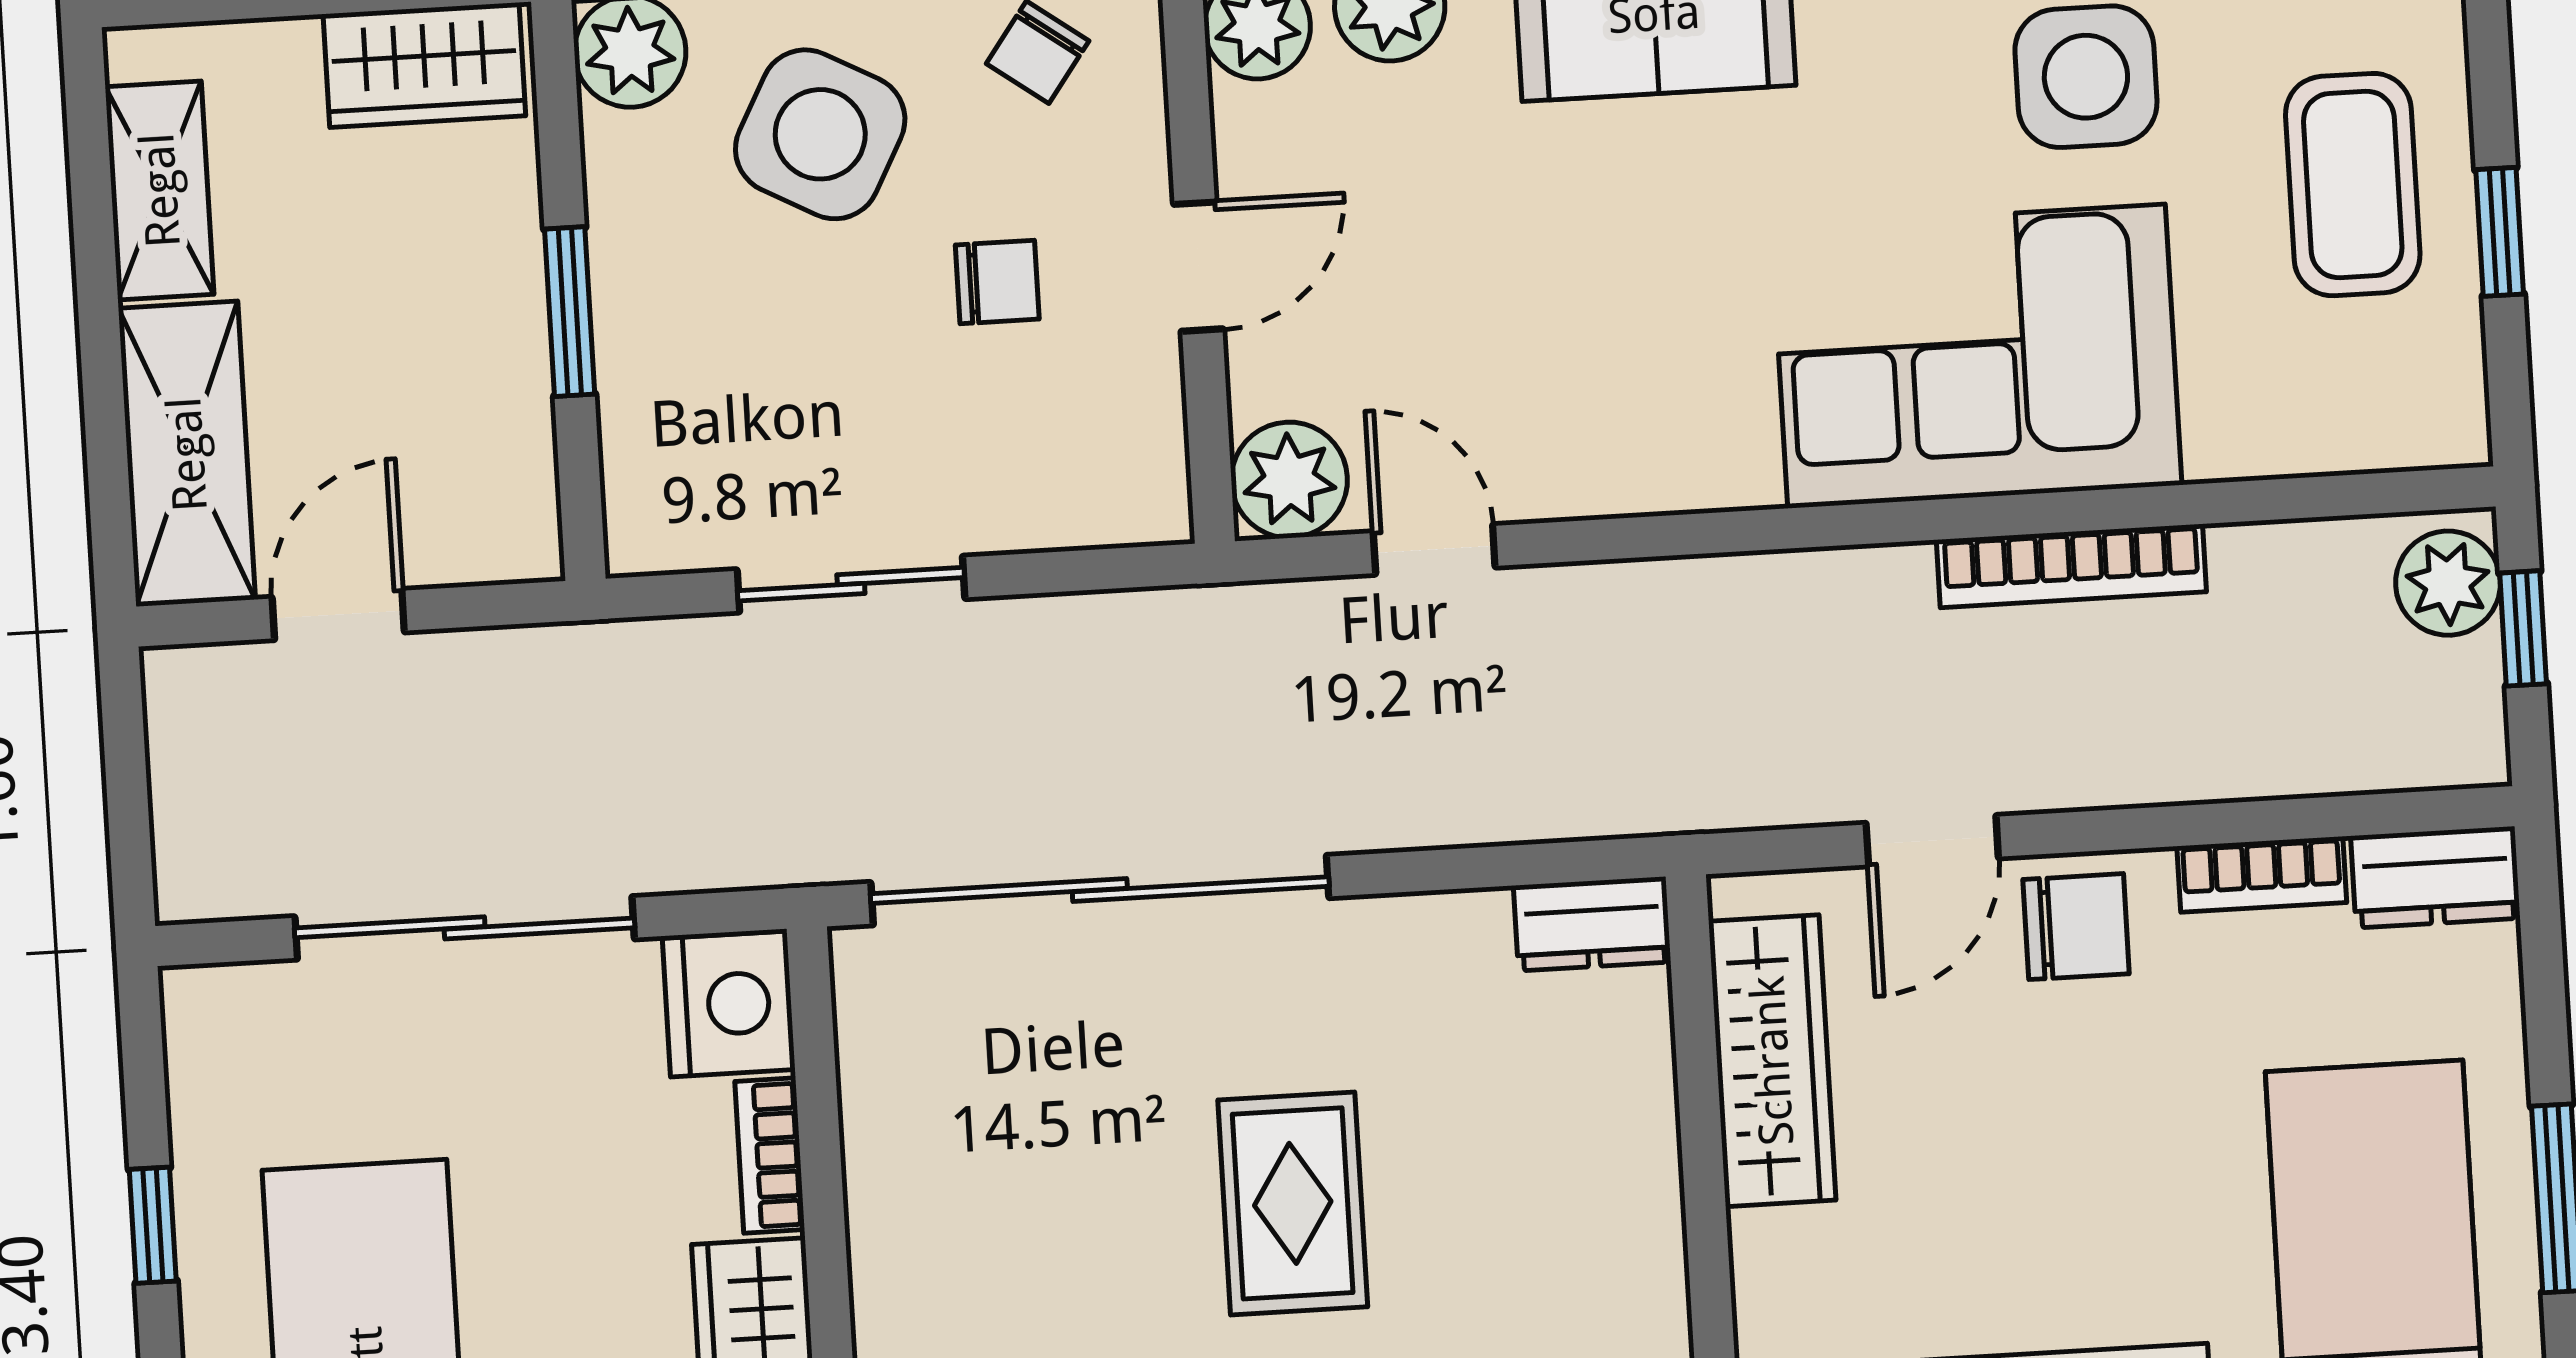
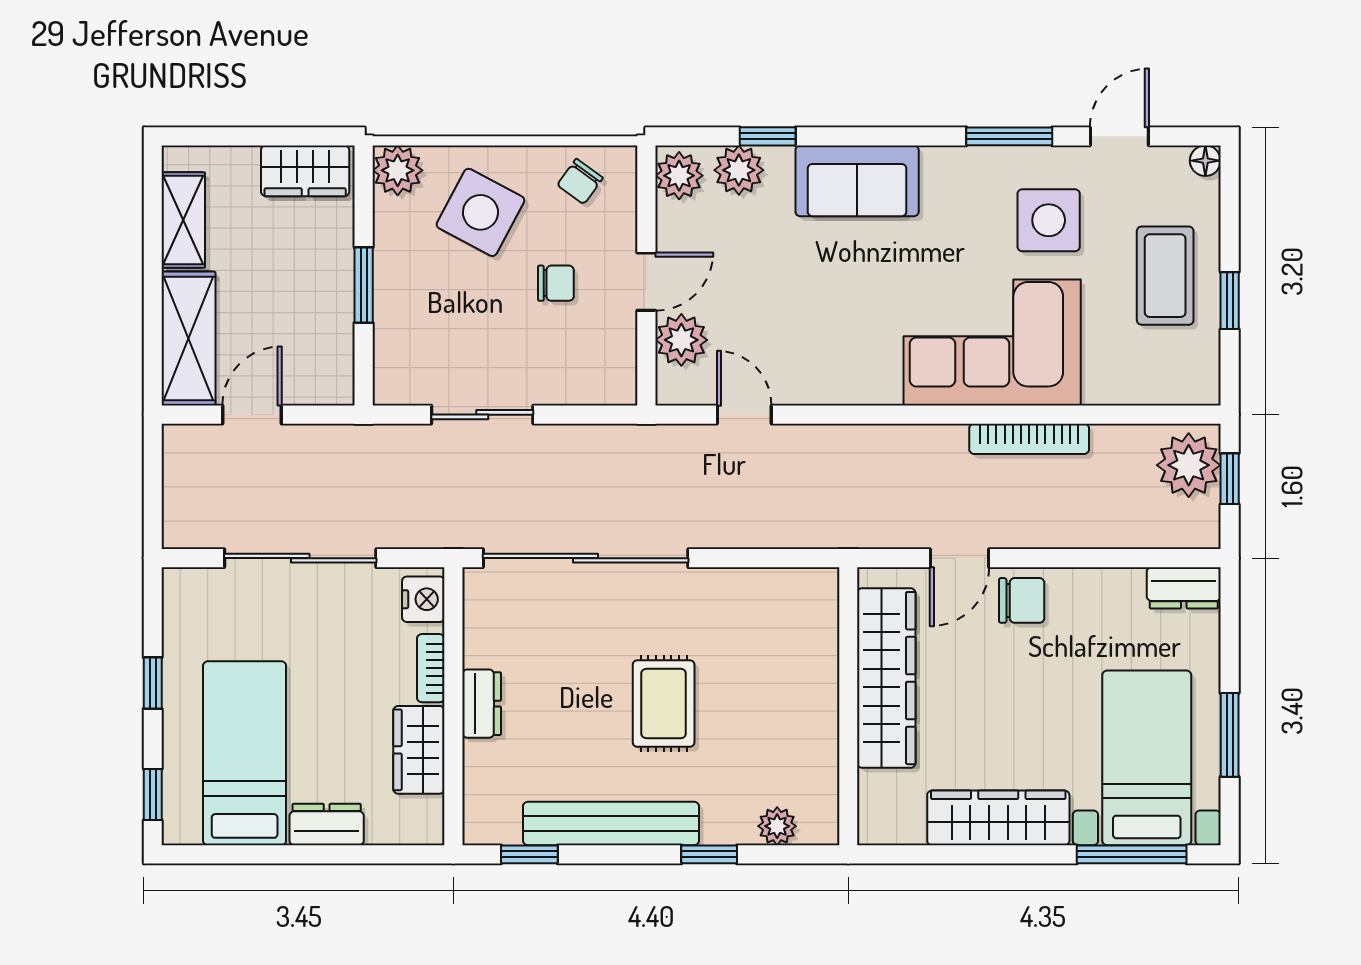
plant: (1289, 480) -> (681, 340), moved
plant: (2448, 583) -> (1189, 465), width x1.36, depth x1.36
bookcase: (2262, 874) -> (1106, 582), removed
dresser: (1592, 924) -> (482, 704), moved, turned -90
nightstand: (729, 1004) -> (423, 599), width x0.74, depth x0.75
wardrobe: (1772, 1061) -> (886, 678), width x1.40, depth x1.17

